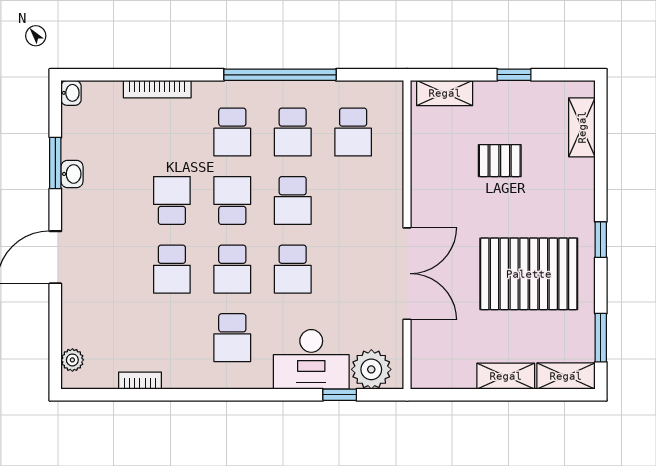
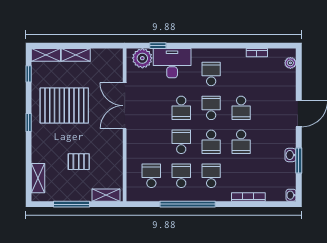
window: (514, 75) -> (72, 204), width x2.17
school desk: (172, 269) -> (241, 108), turned 180
school desk: (293, 269) -> (181, 108), turned 180
window: (601, 338) -> (29, 74), width x0.67

